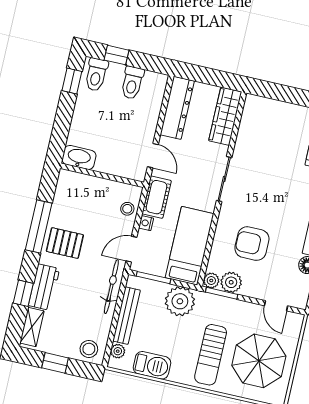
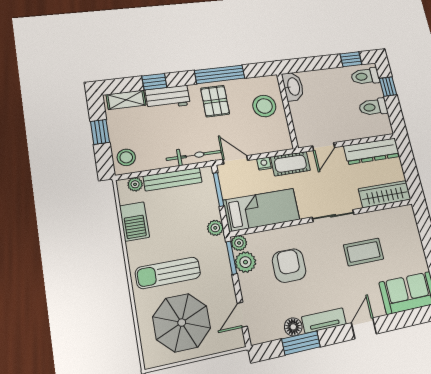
coffee table: (271, 166) -> (364, 252), added
stool: (127, 209) -> (264, 106), moved, width x1.89, depth x1.89
plant: (180, 301) -> (215, 228), width x0.53, depth x0.53

